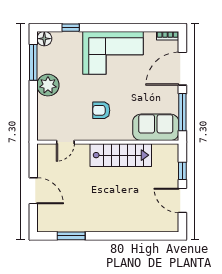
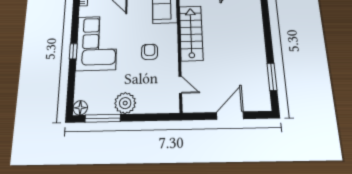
window: (71, 28) -> (73, 51), moved
armchair: (101, 110) -> (150, 52), turned 180

